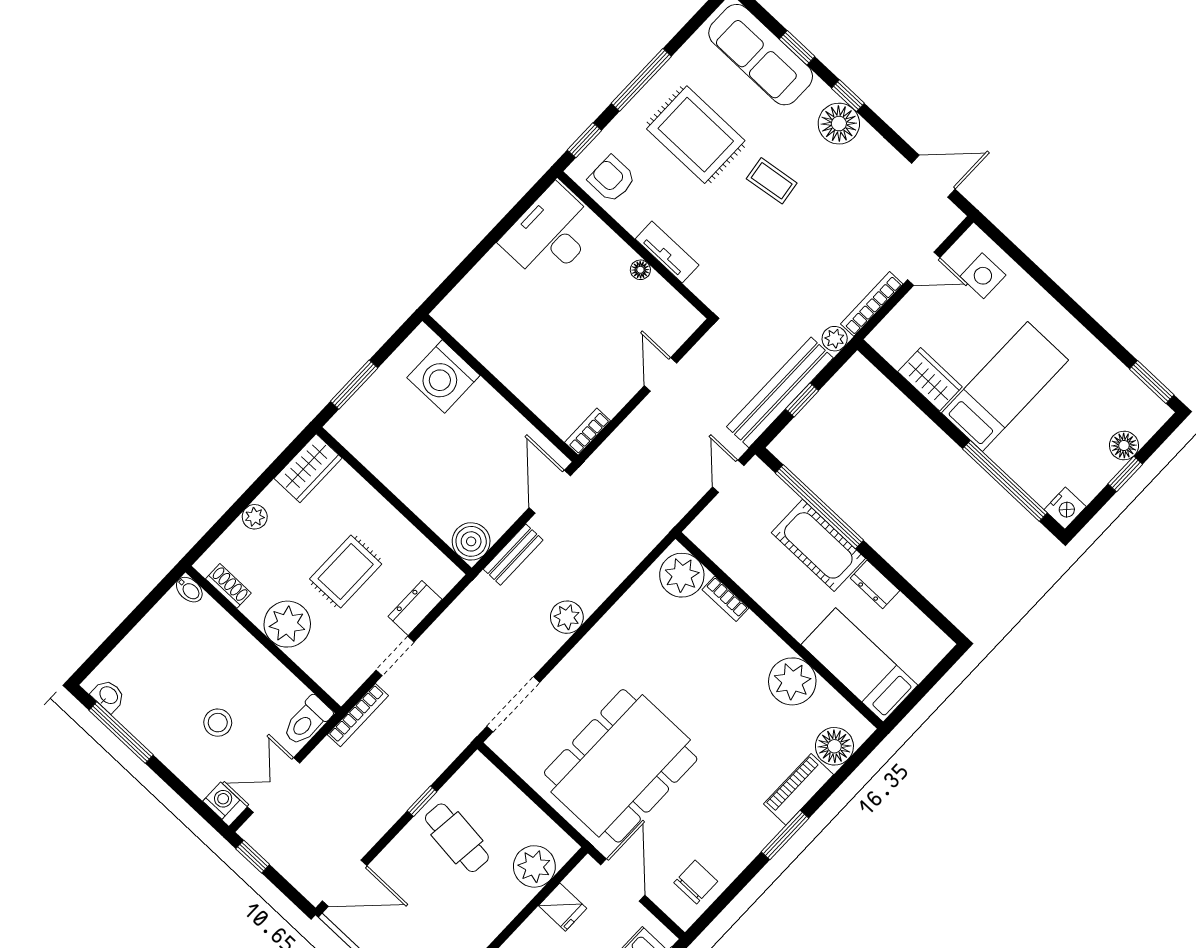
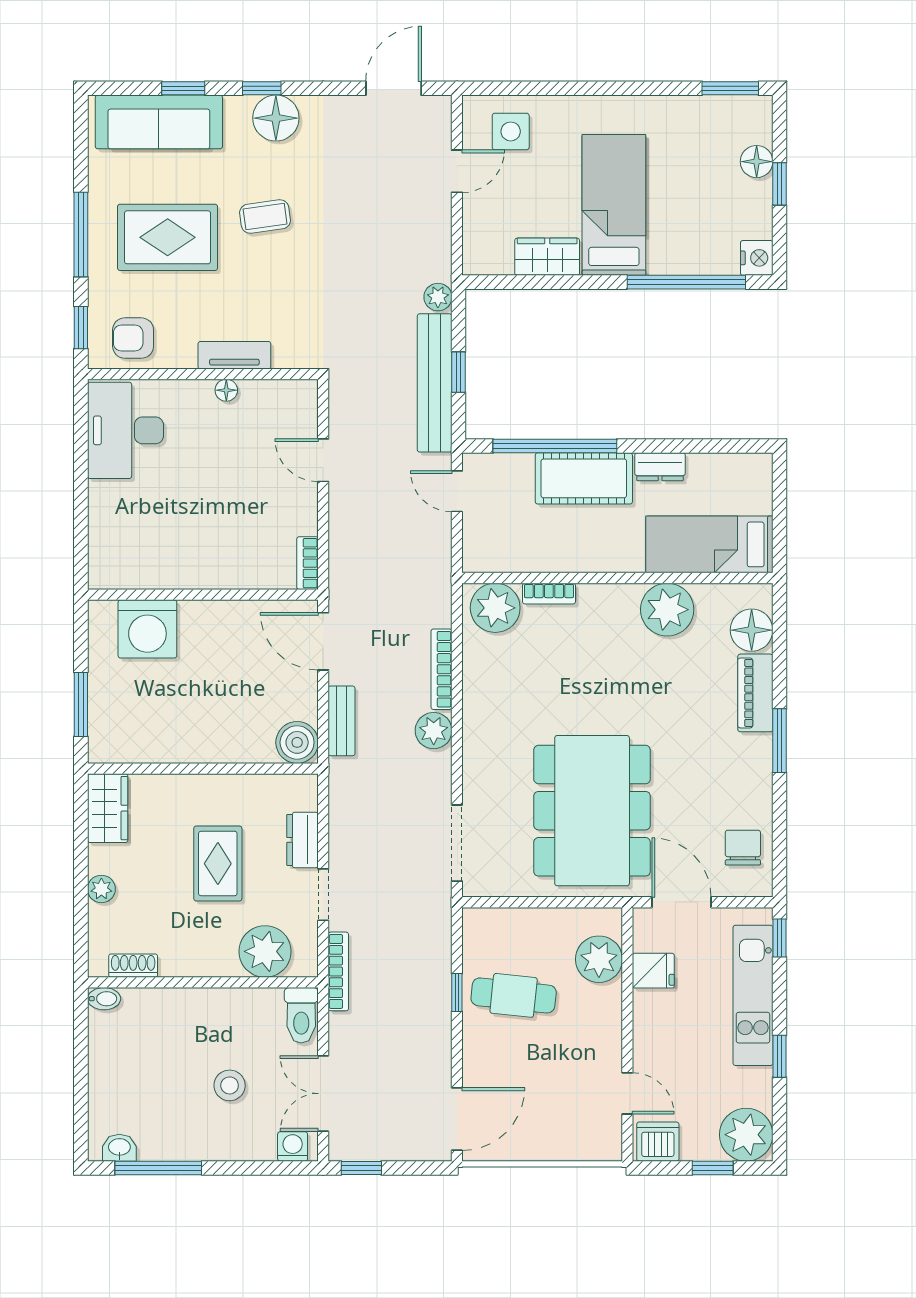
bookcase: (872, 304) -> (442, 669), moved
plant: (287, 624) -> (265, 951), moved

